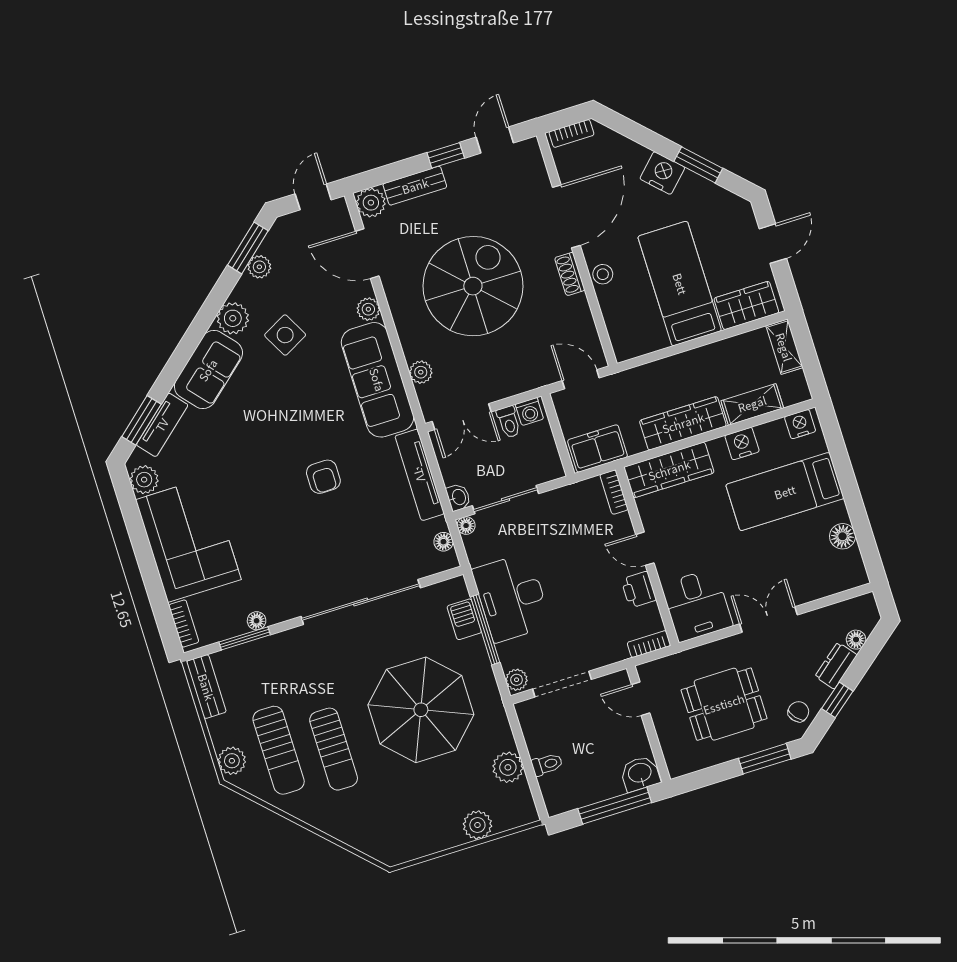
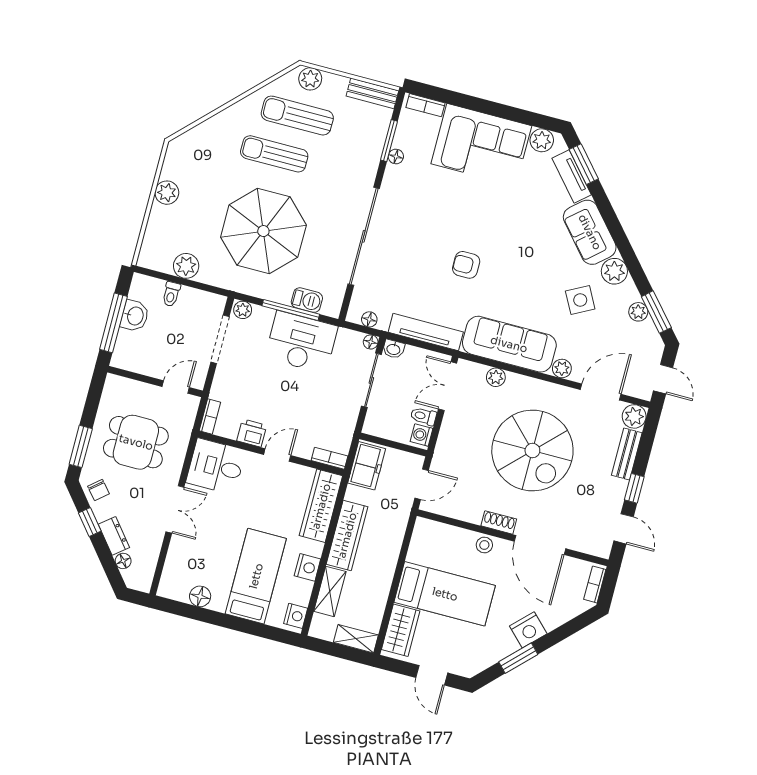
dining table: (724, 704) -> (136, 442), turned 90
washbasin: (640, 774) -> (135, 316), moved
plant: (477, 825) -> (167, 193), moved

